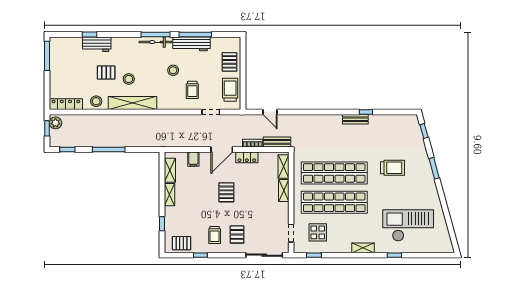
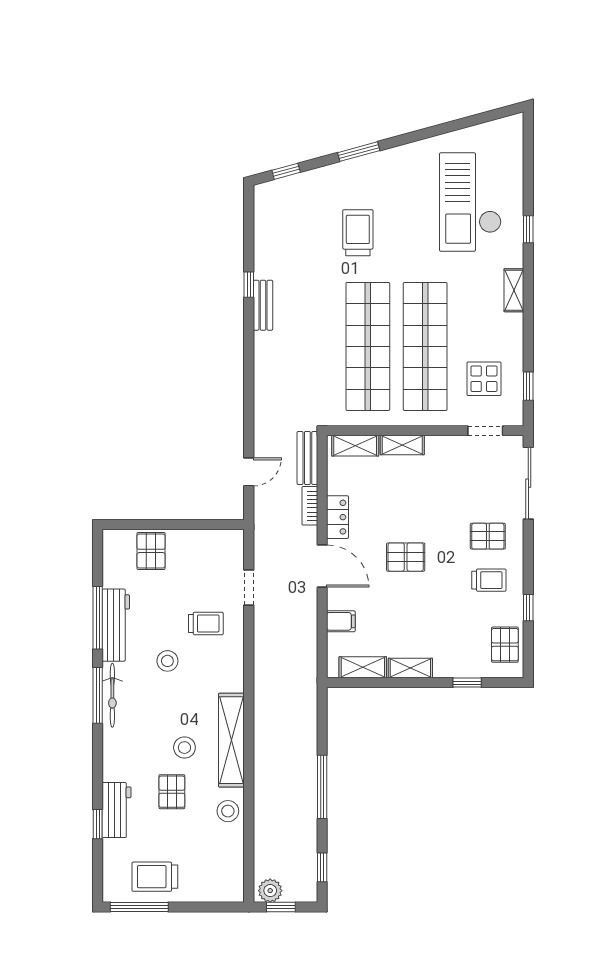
pallet: (229, 62) -> (151, 551), turned 90
trolley: (230, 90) -> (155, 877), moved
locker: (66, 104) -> (234, 870), removed

